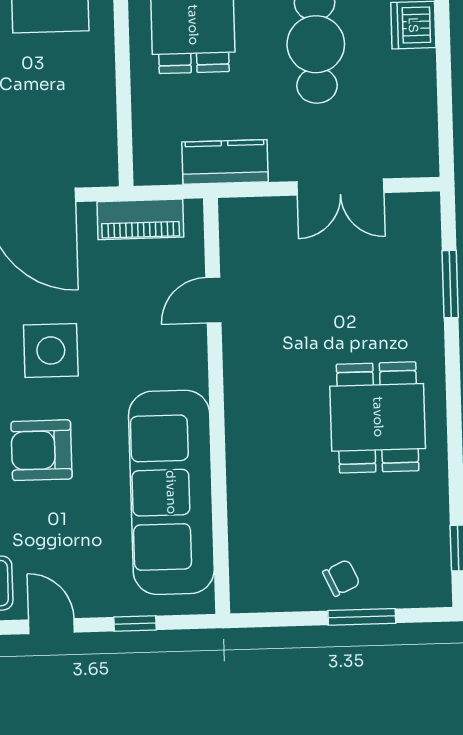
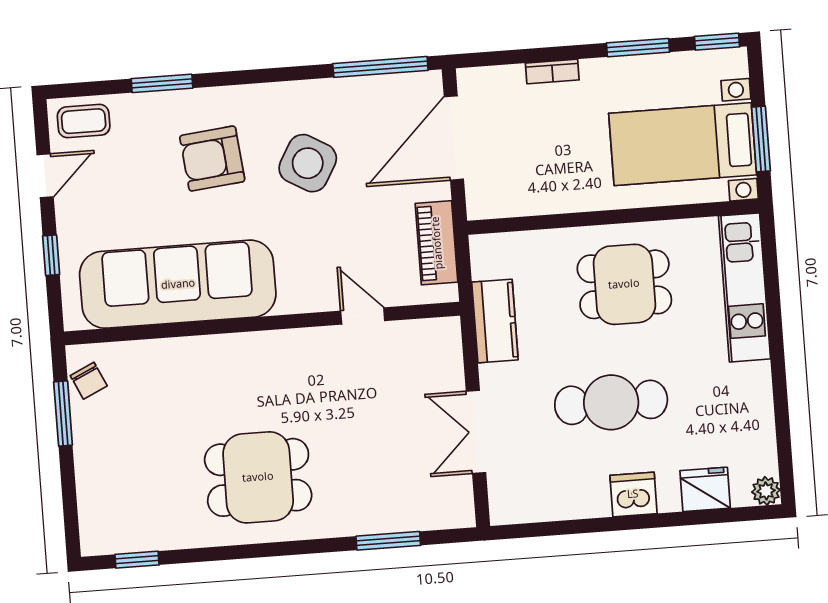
side table: (51, 350) -> (308, 163), turned 30
armchair: (41, 450) -> (212, 159), turned -96
chair: (341, 578) -> (89, 381), moved
window: (362, 617) -> (63, 413), moved

